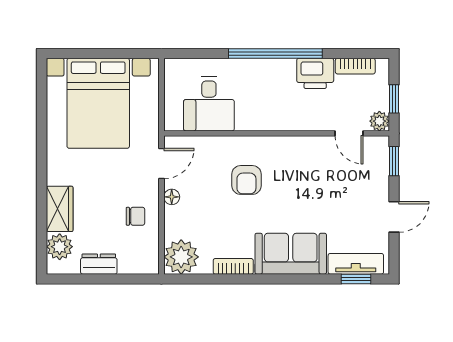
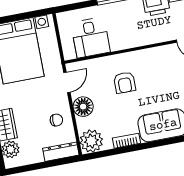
floor lamp: (172, 197) -> (83, 107), width x1.89, depth x1.89
dresser: (99, 264) -> (61, 152), moved, width x1.44

